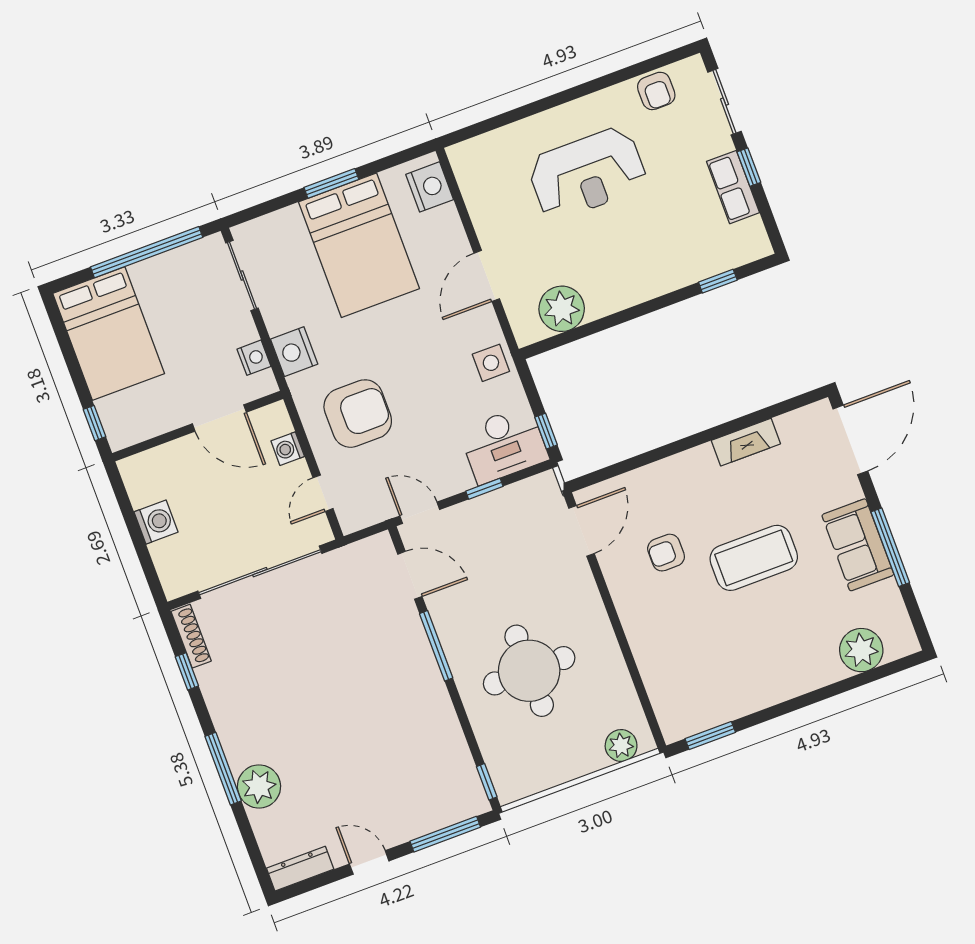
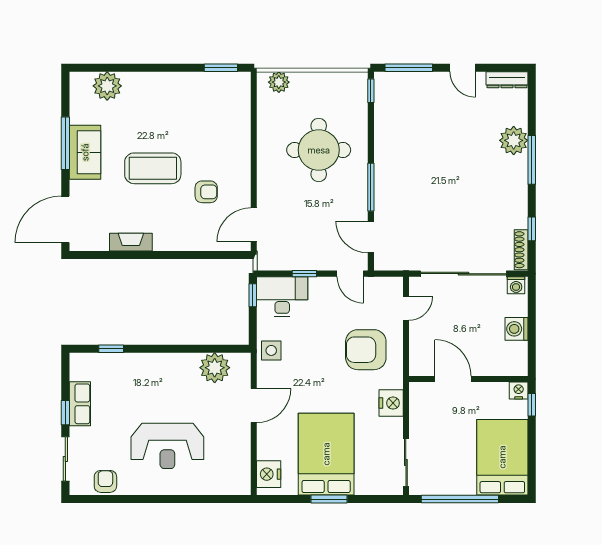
reception desk: (587, 174) -> (167, 446), turned 180
nightstand: (254, 358) -> (519, 391), moved, turned 90
washing machine: (288, 449) -> (516, 285), moved, turned 90

